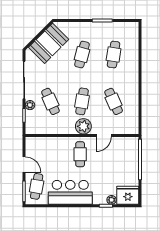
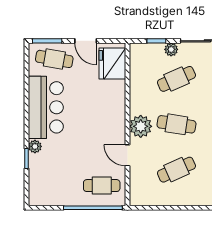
cafe table: (80, 154) -> (102, 186), moved
door: (24, 165) -> (86, 41), hinge flipped
fridge: (128, 195) -> (112, 64), moved, turned 180
plant: (112, 200) -> (35, 146), moved

